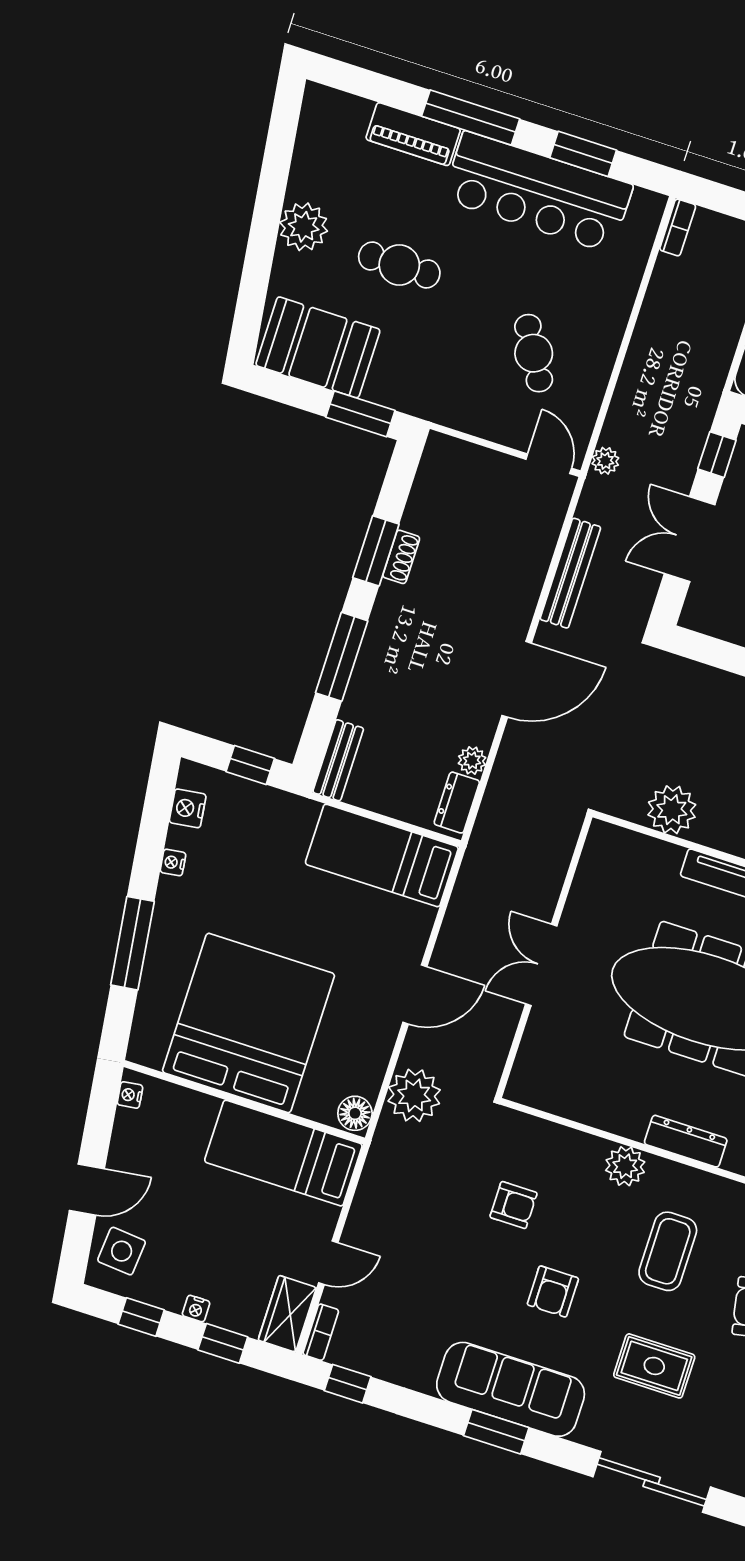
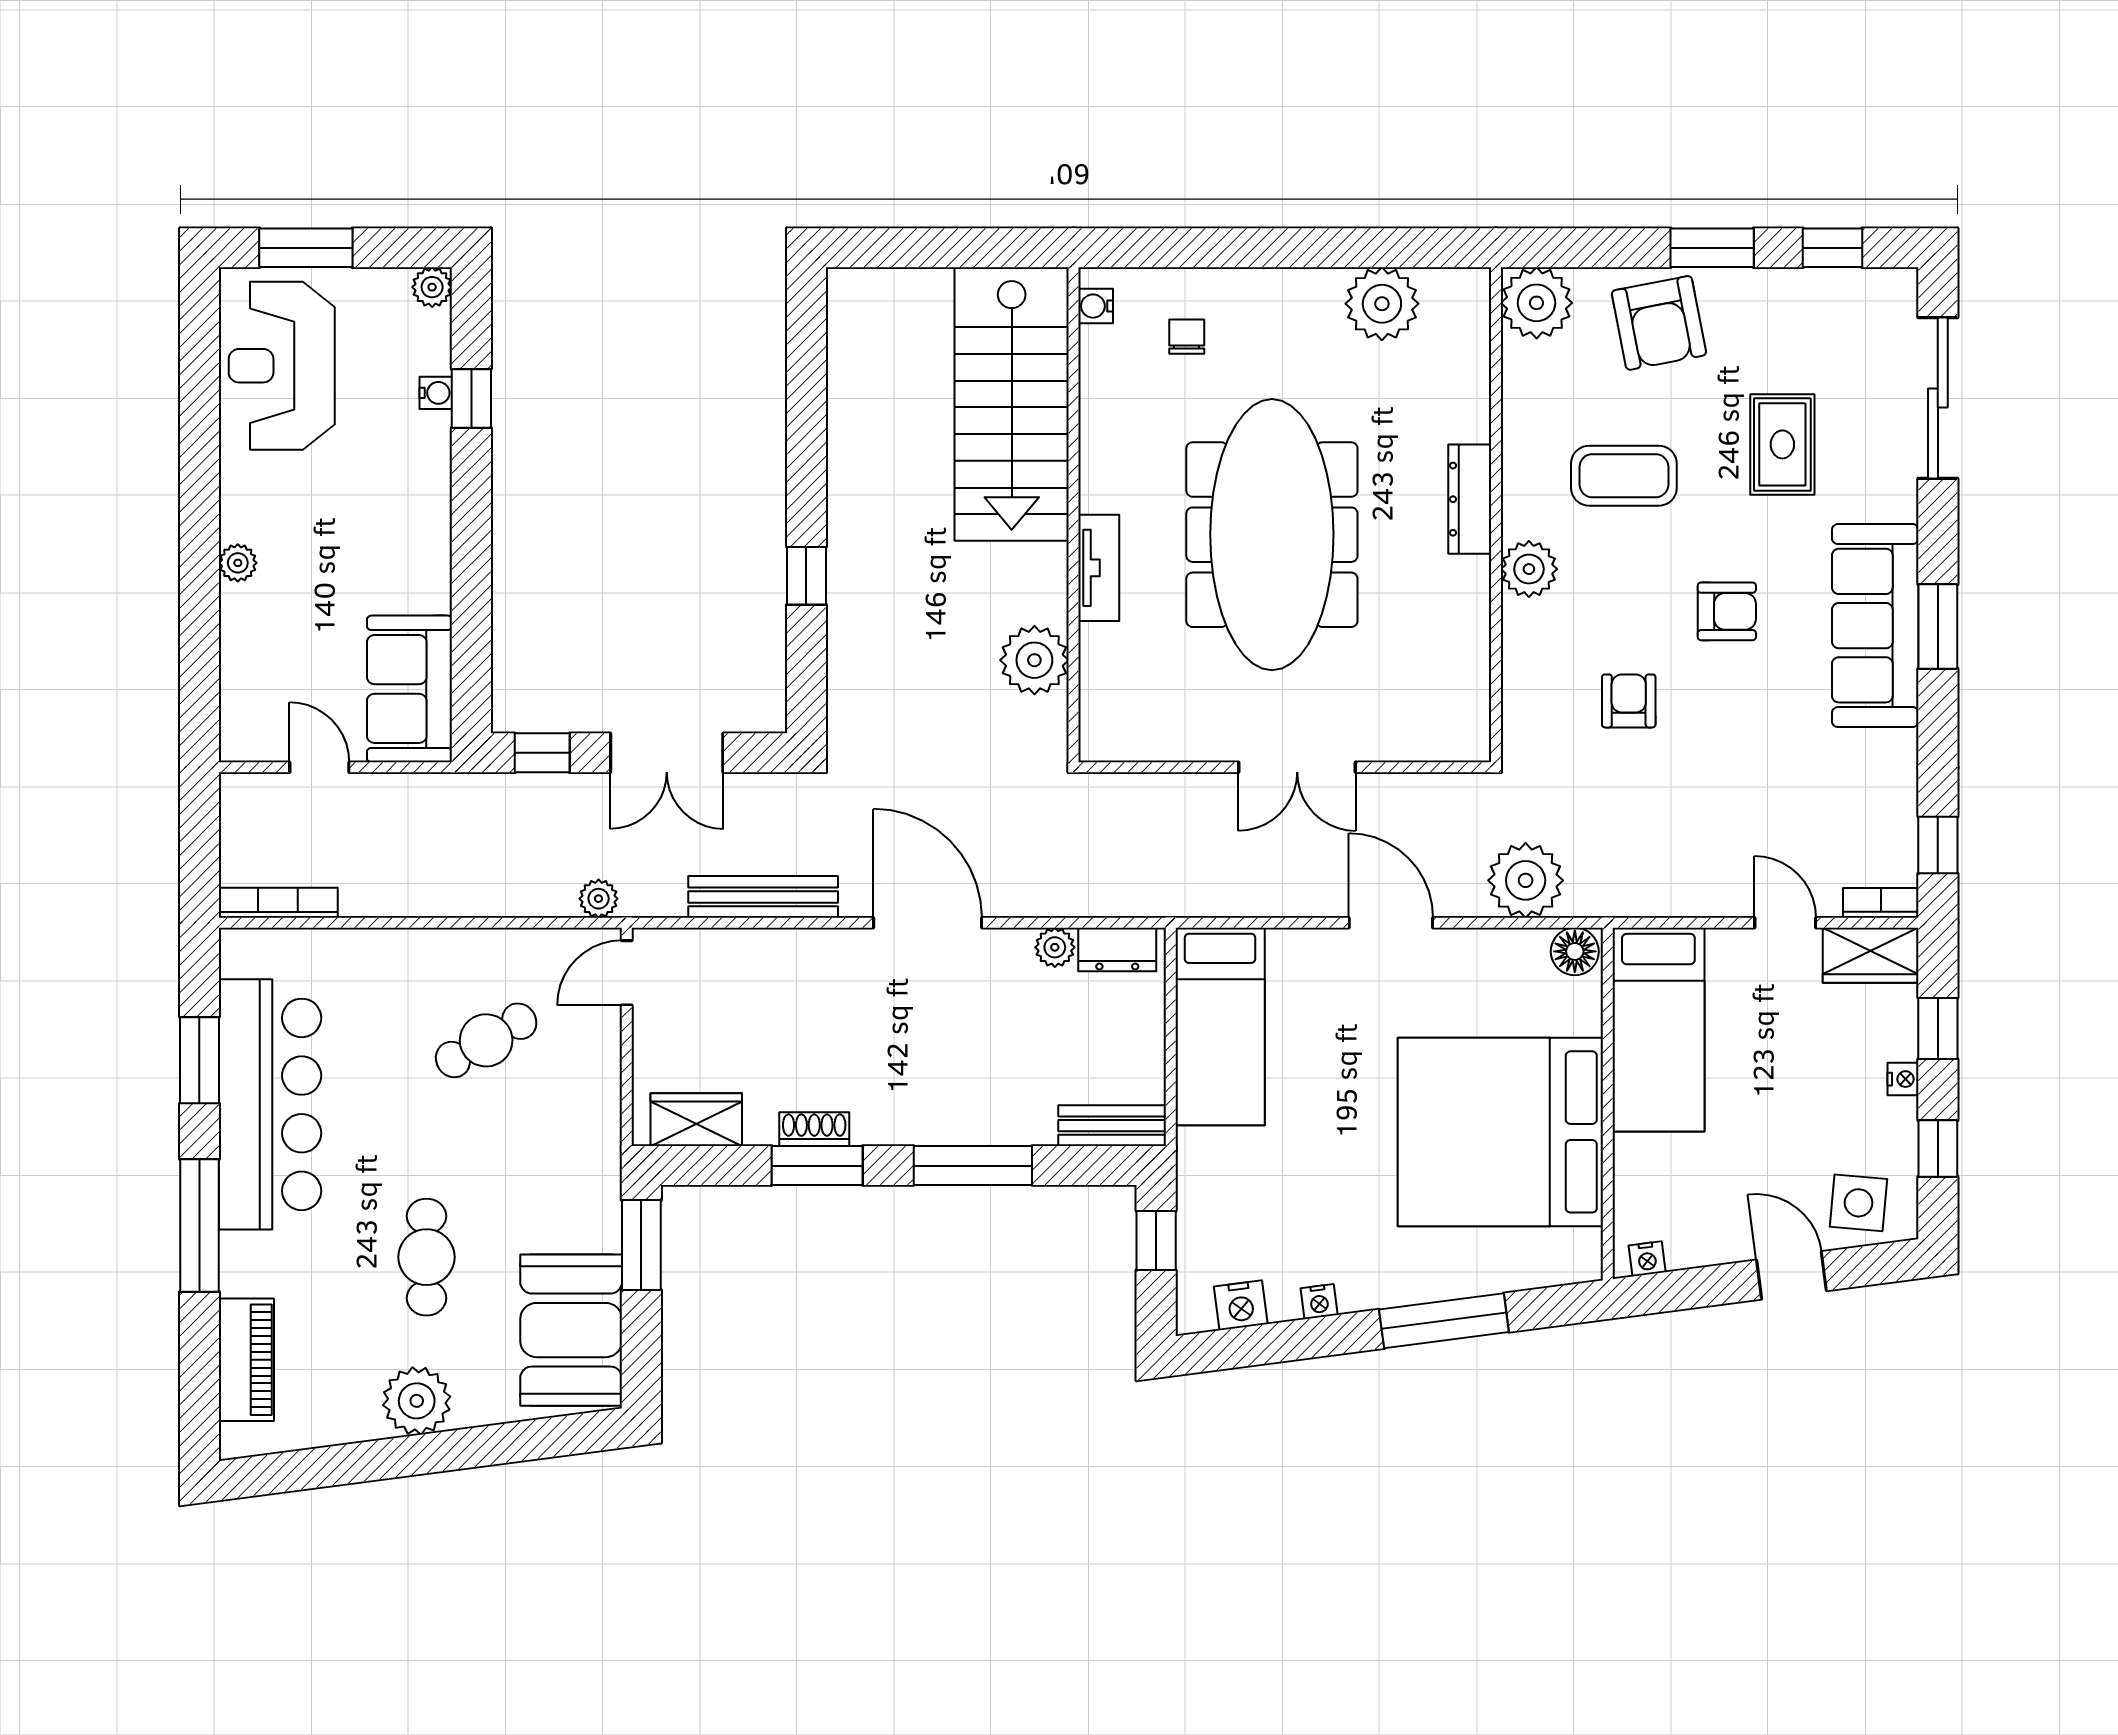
piano: (413, 134) -> (246, 1360), moved
bookcase: (678, 227) -> (278, 903), width x1.56
wardrobe: (434, 479) -> (696, 1120), added

